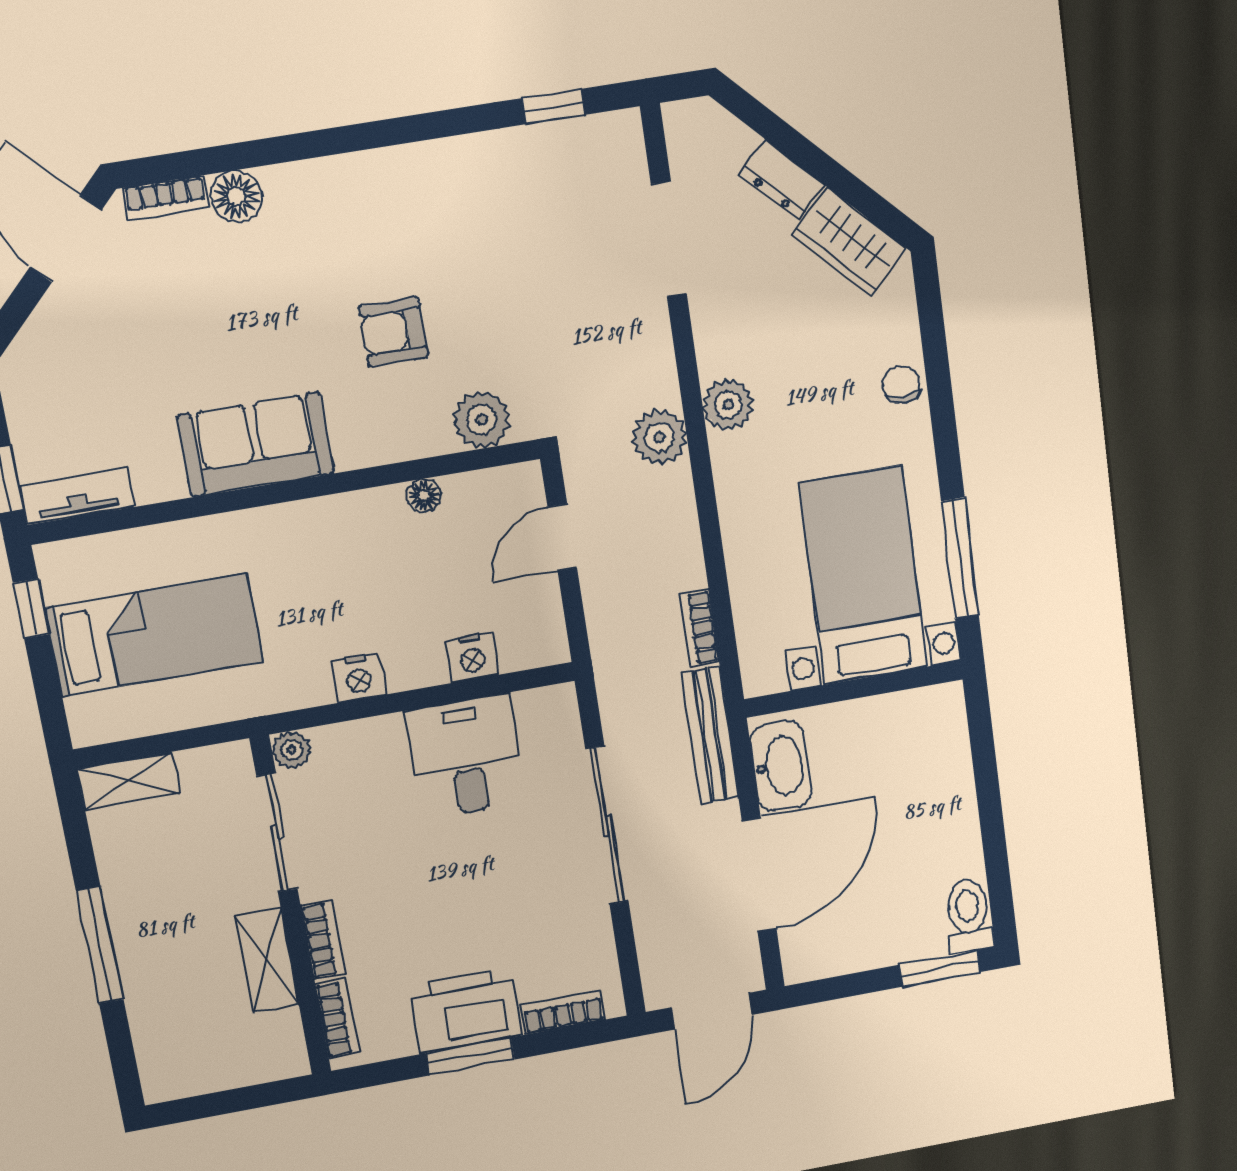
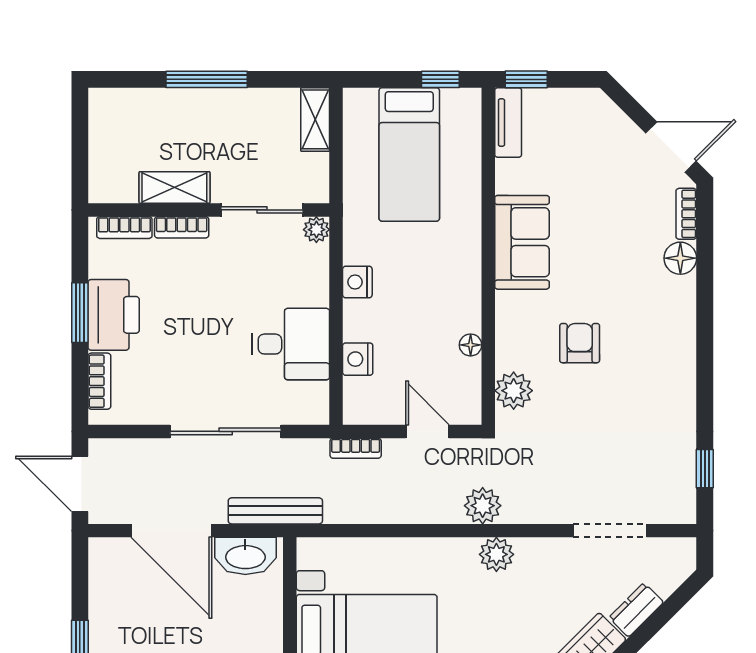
bookcase: (699, 628) -> (356, 448), moved, turned 180

